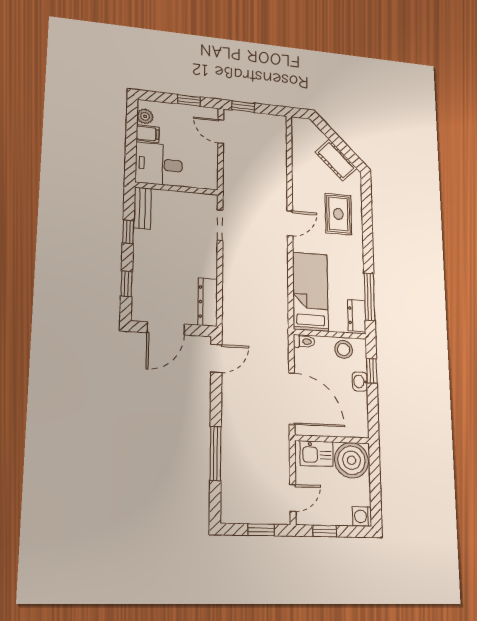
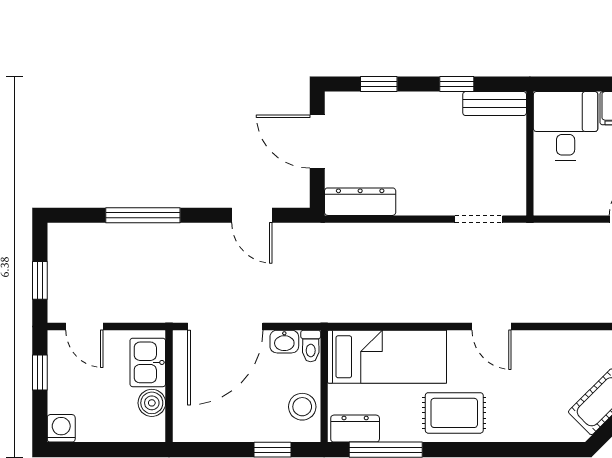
rug: (338, 214) -> (454, 413), moved
door: (216, 358) -> (252, 215), moved
washbasin: (360, 382) -> (284, 342), moved, turned 180
boiler: (352, 460) -> (152, 403), width x0.54, depth x0.54

